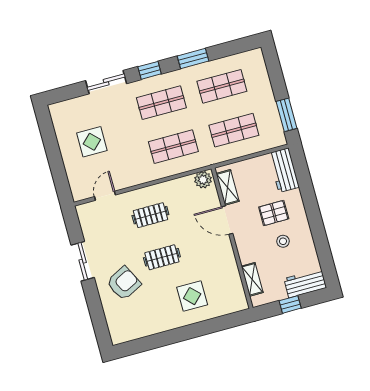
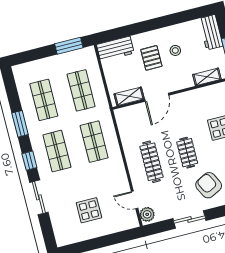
plant: (203, 180) -> (147, 214), moved
clothes rail: (150, 215) -> (152, 162), width x1.36

